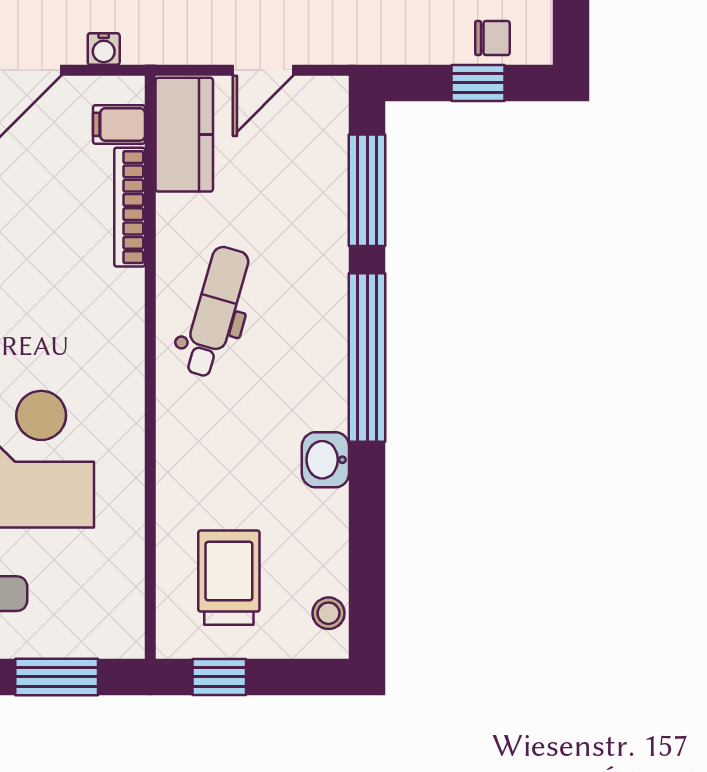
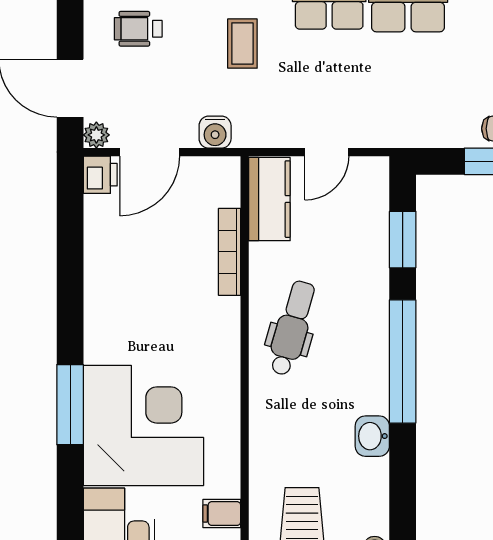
water cooler: (104, 49) -> (215, 132), width x1.38, depth x1.38
filing cabinet: (119, 124) -> (222, 514), moved
window: (367, 190) -> (403, 240), width x0.69

